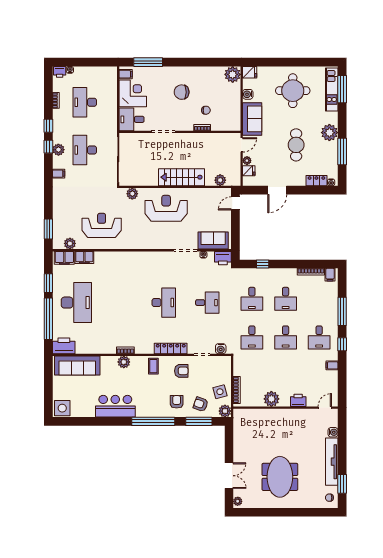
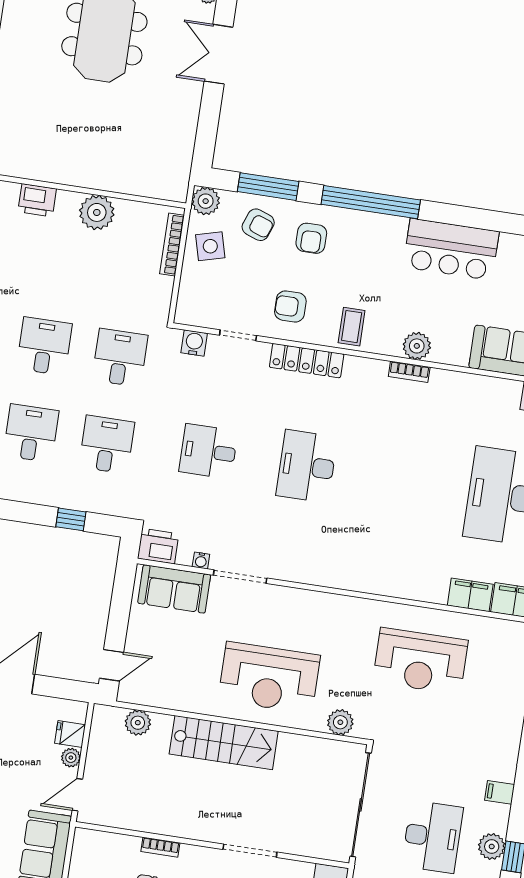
plant: (70, 243) -> (498, 631), removed

